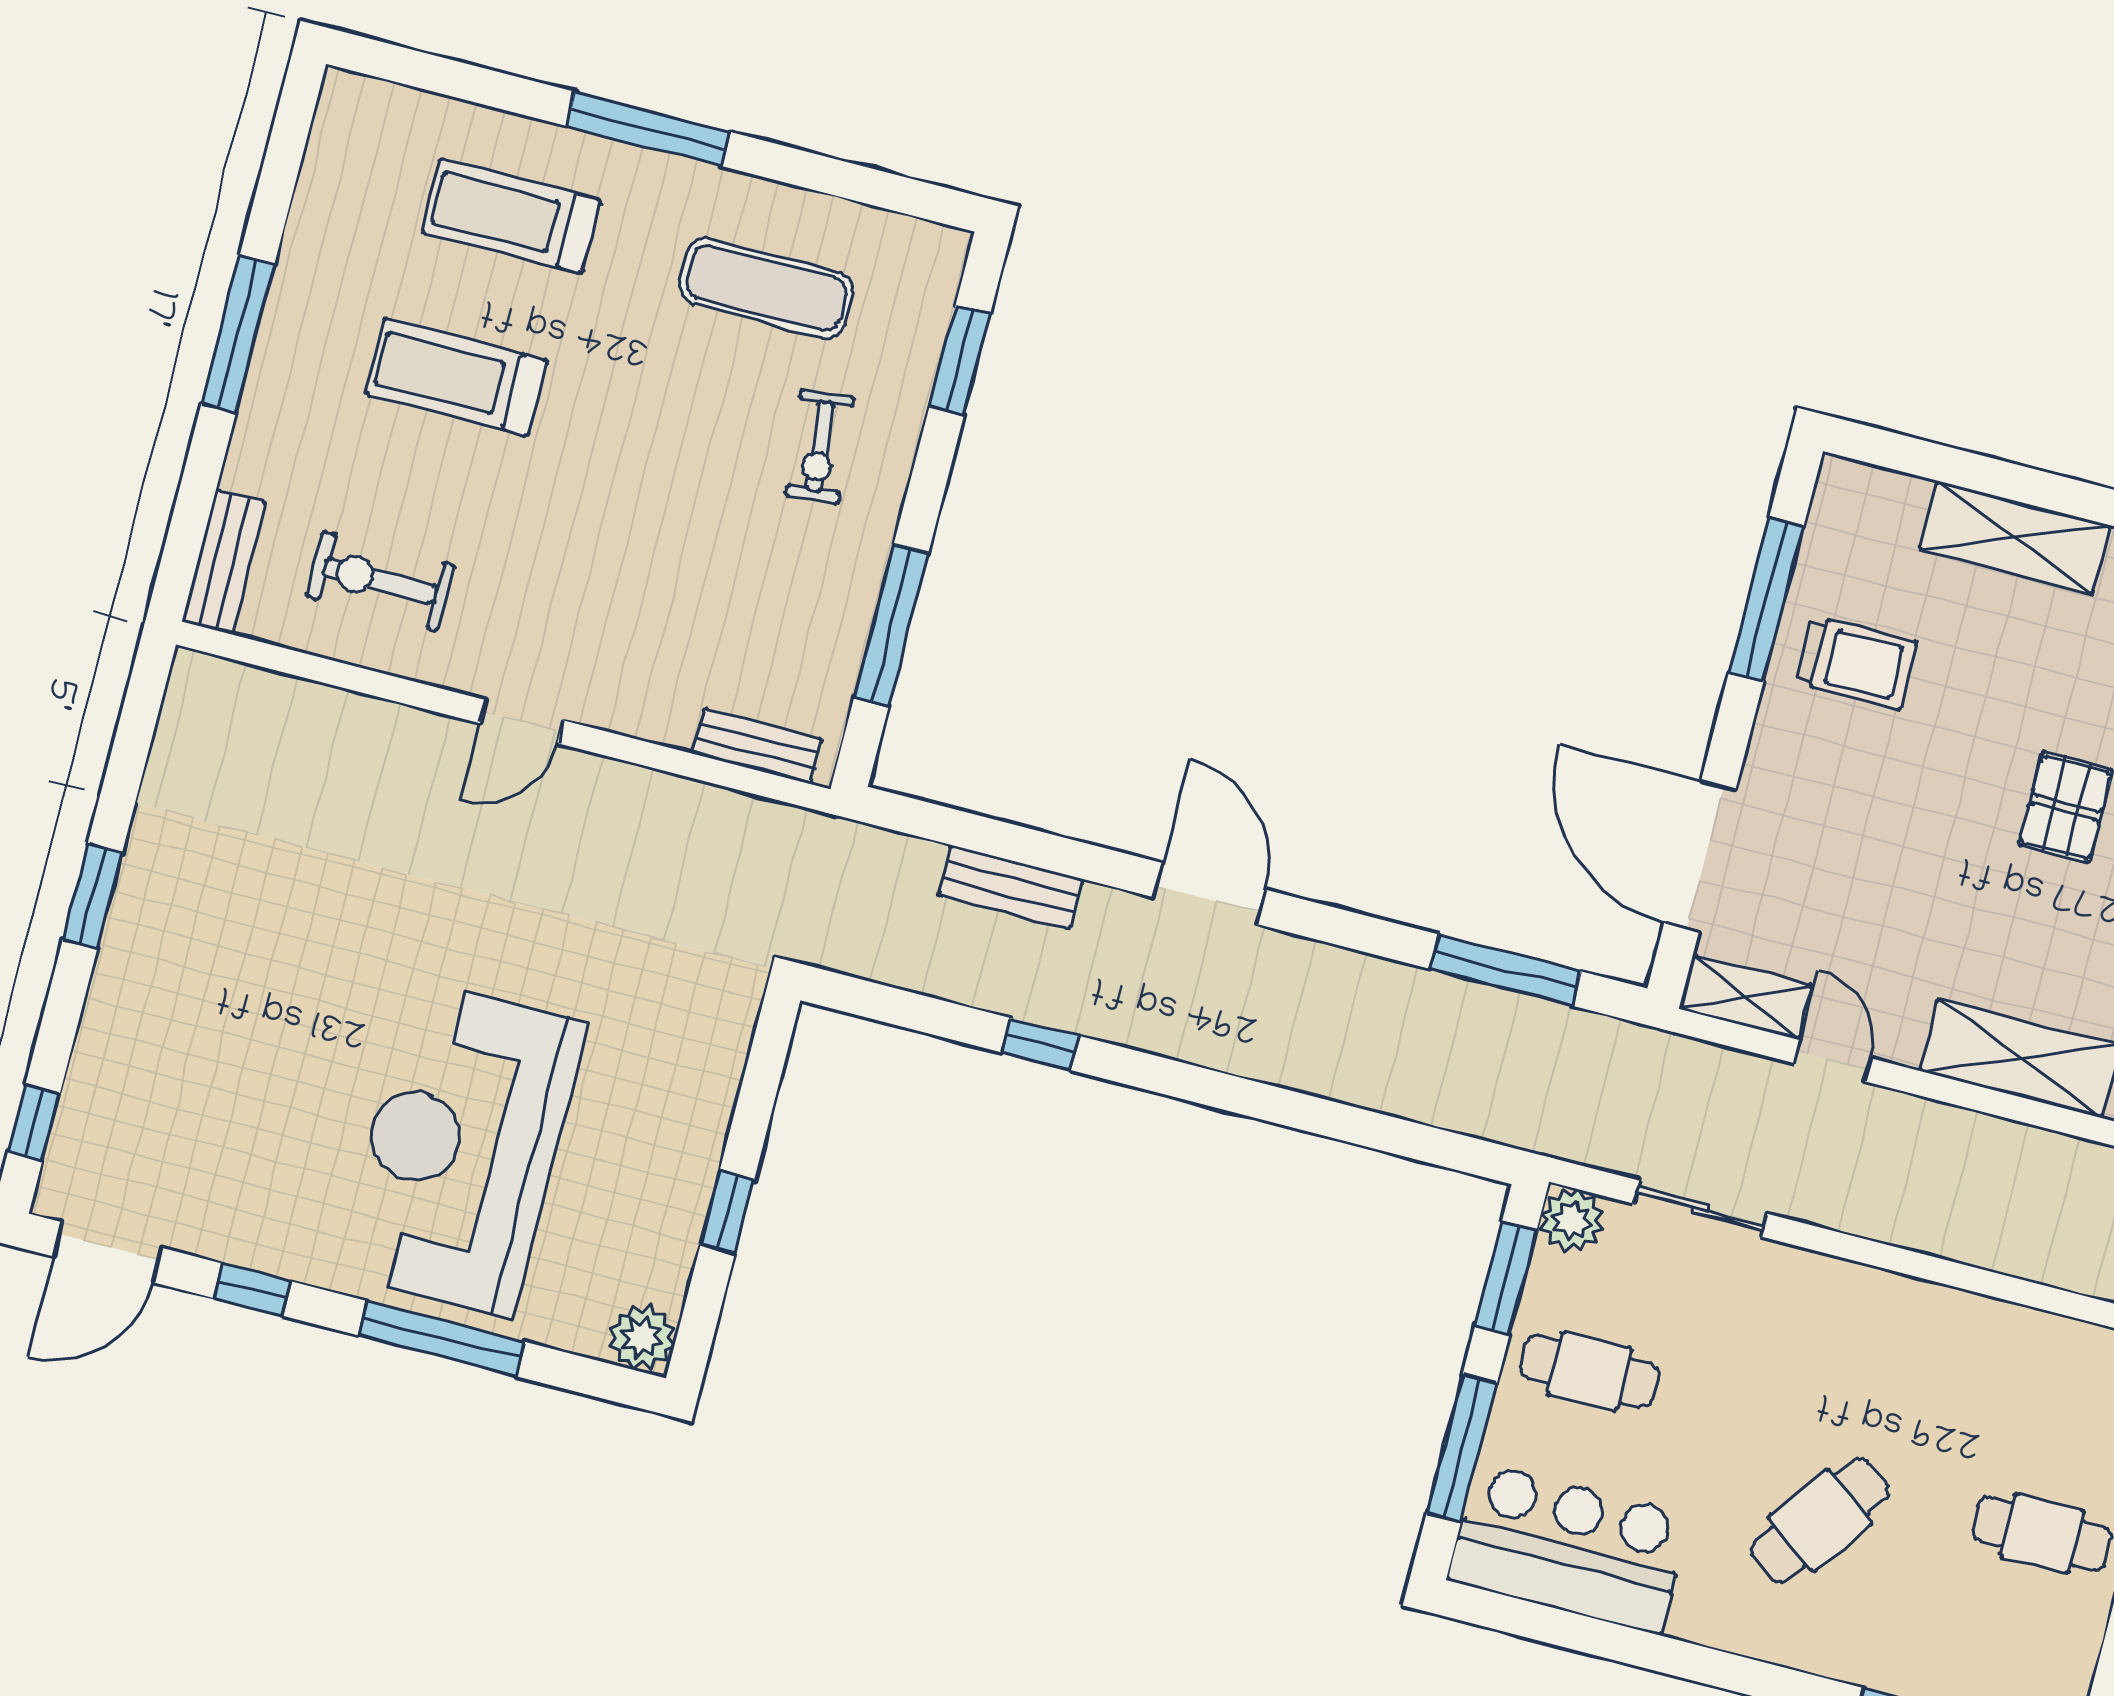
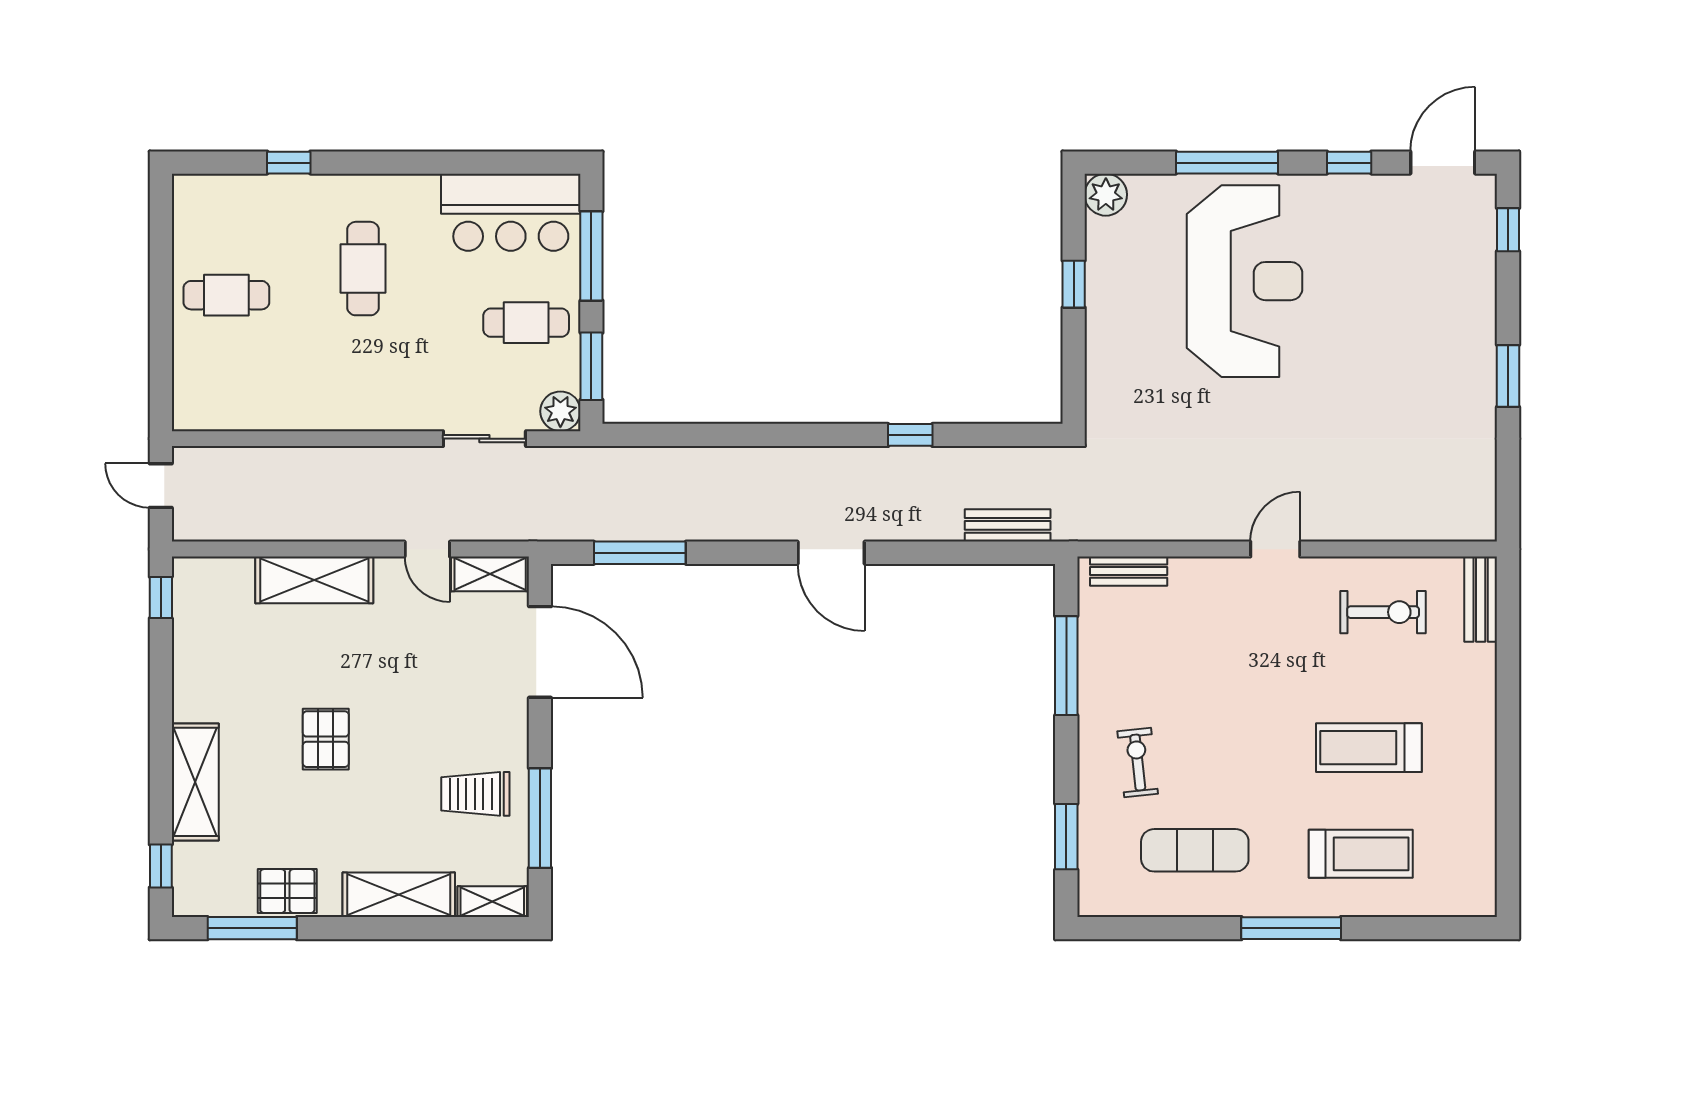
window: (238, 334) -> (1508, 740), removed
treadmill: (456, 377) -> (1369, 748), turned 180
shelving: (1873, 490) -> (492, 902), added
bench: (1011, 887) -> (1008, 525), moved
cafe table: (1820, 1520) -> (363, 269), turned -36

